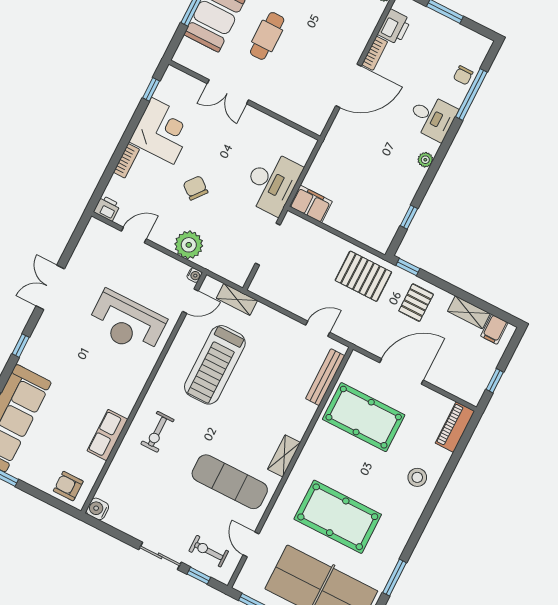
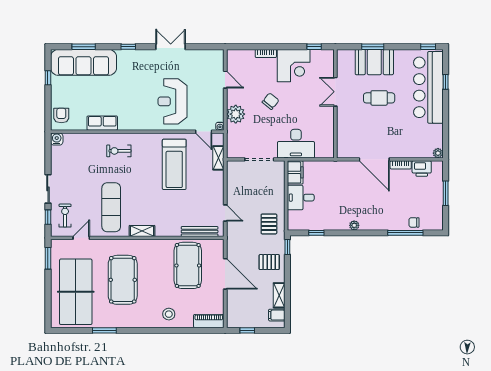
desk: (432, 117) -> (301, 198), moved, turned 90
printer: (107, 208) -> (233, 56), removed
pallet: (363, 276) -> (269, 224), width x0.67, depth x0.71
treadmill: (215, 365) -> (174, 164), turned -90

